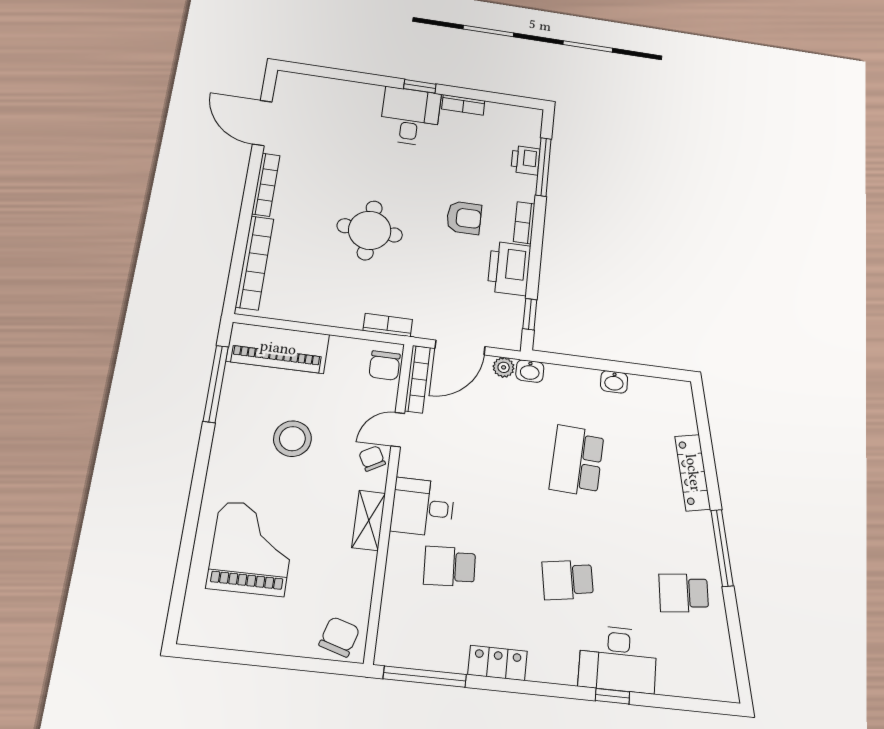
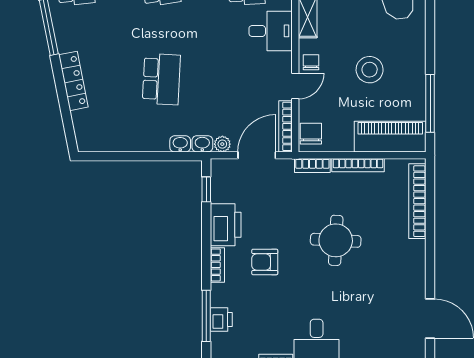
bookcase: (266, 185) -> (358, 165), moved, turned -90
washbasin: (614, 382) -> (180, 144), moved
chair: (372, 458) -> (311, 62), turned -151

